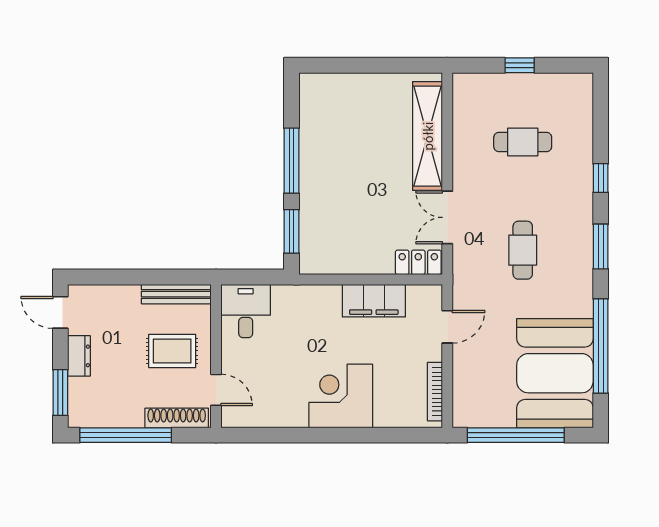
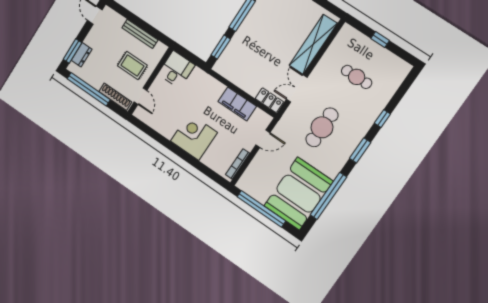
cafe table: (523, 250) -> (322, 127), width x1.37, depth x1.35
bench: (176, 294) -> (140, 34), moved
dresser: (79, 356) -> (82, 55), moved

